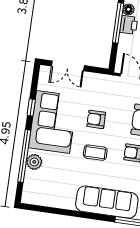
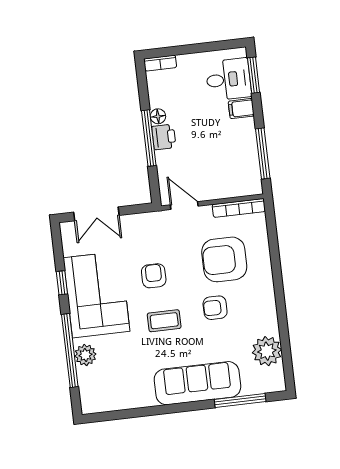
armchair: (96, 119) -> (154, 276), turned 90

